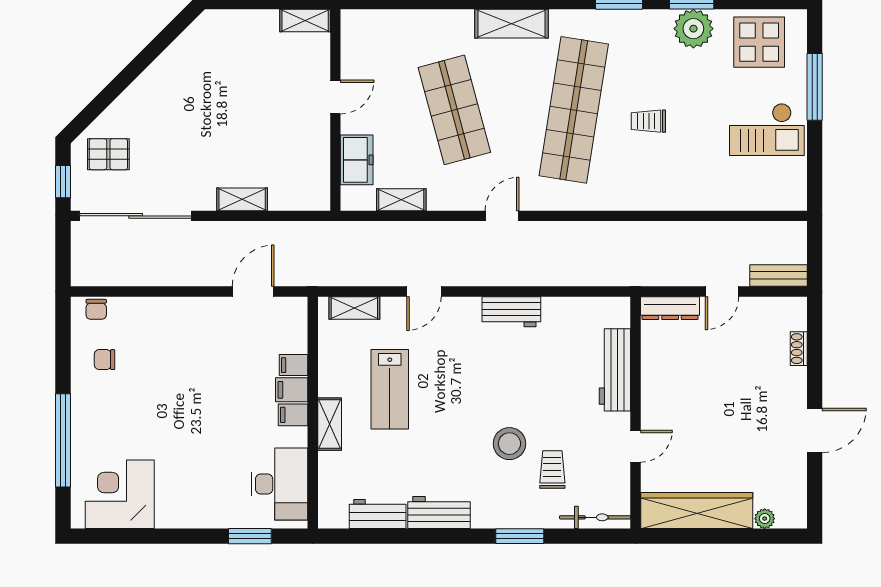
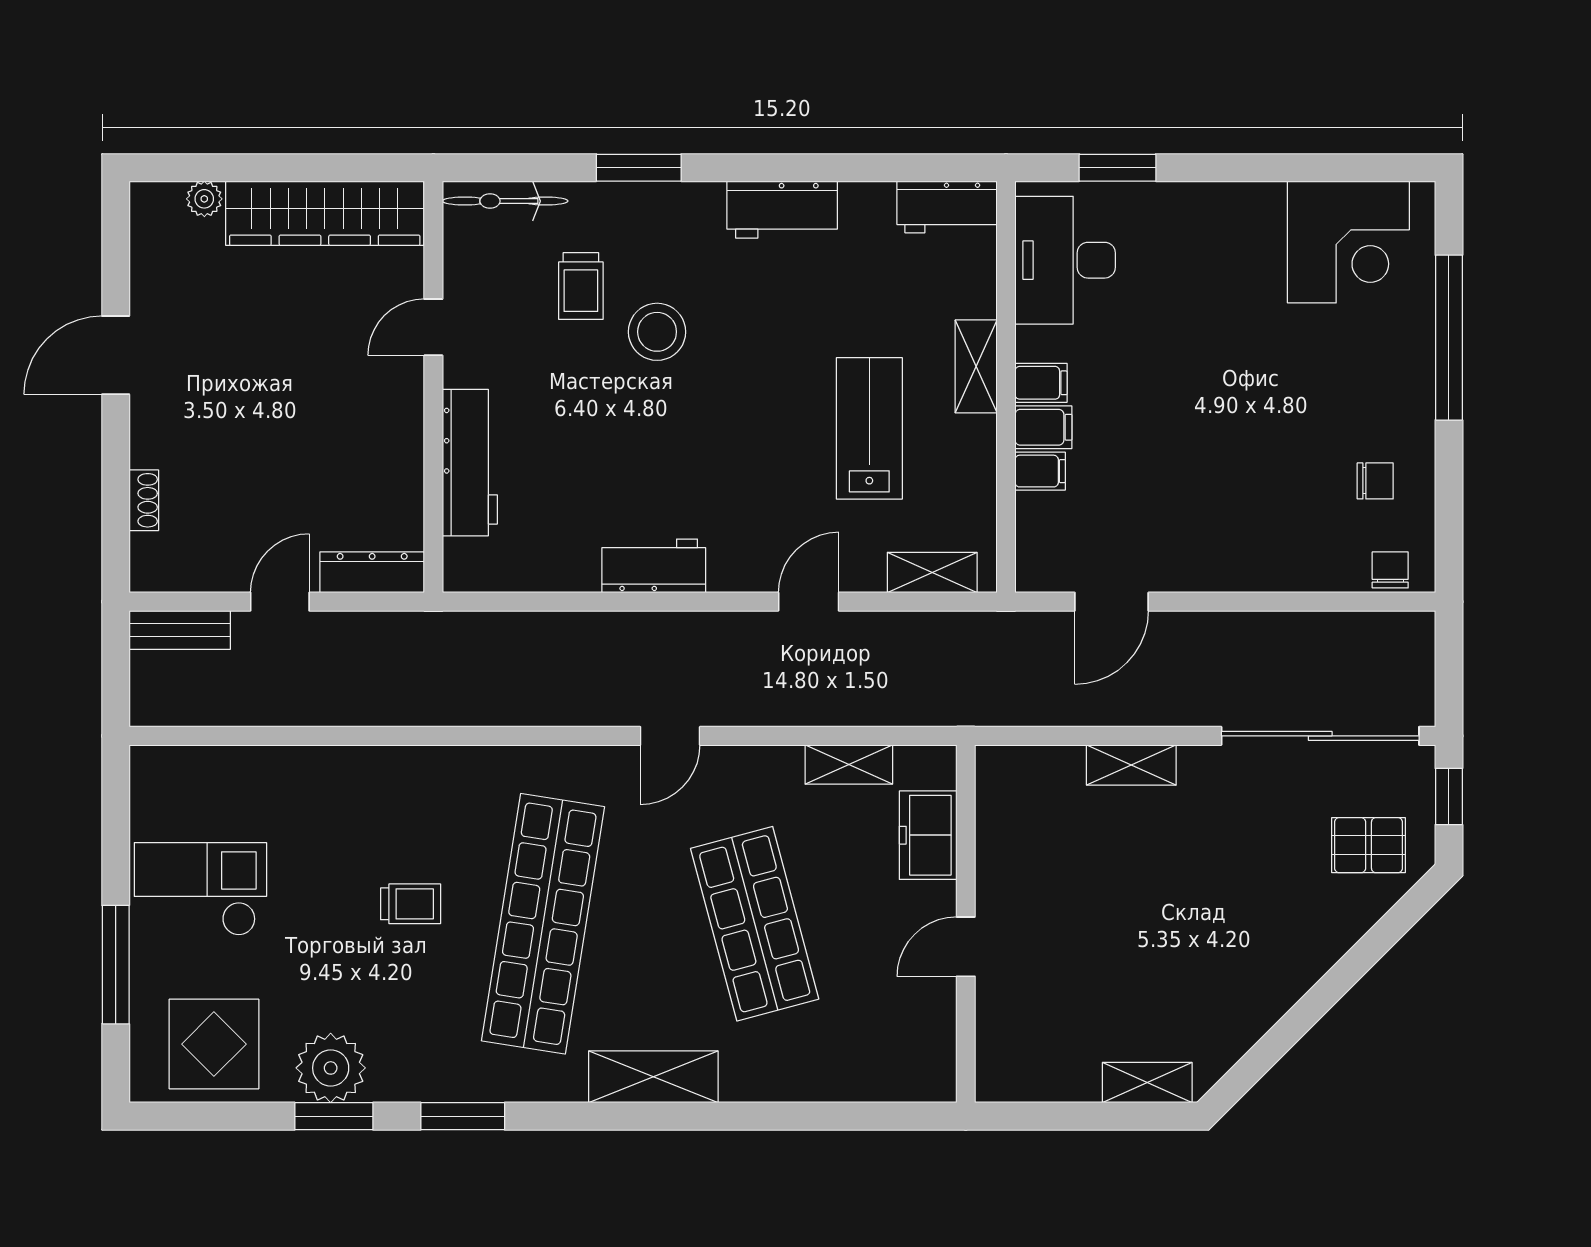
shelving: (305, 20) -> (1147, 1083), moved
workbench: (378, 514) -> (947, 207), moved

